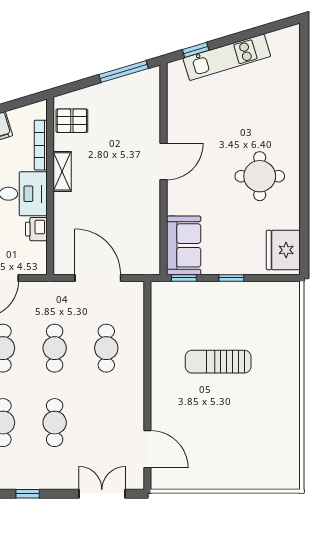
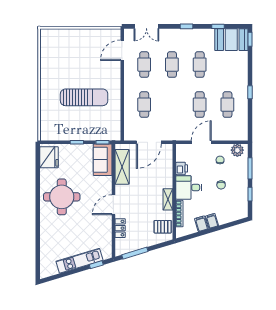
locker: (151, 118) -> (120, 228), added
round table: (260, 176) -> (62, 197), width x1.36, depth x1.36
shelving: (147, 232) -> (122, 167), added
door: (98, 278) -> (149, 142), hinge flipped
cafe table: (55, 348) -> (144, 65), moved
sun lounger: (218, 362) -> (84, 97), width x1.36, depth x1.34
door: (147, 449) -> (122, 50), hinge flipped

